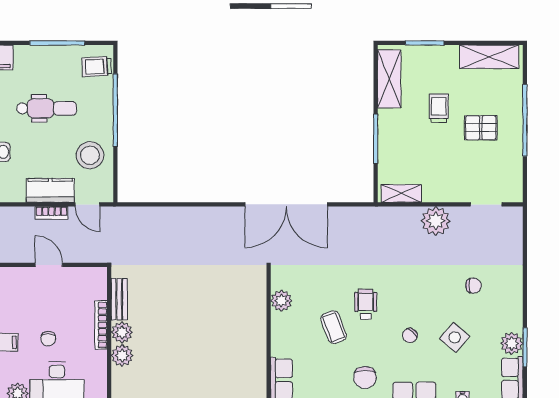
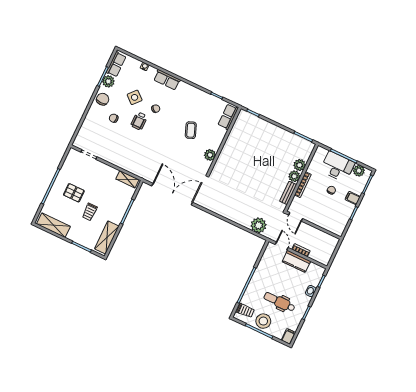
stool: (90, 155) -> (263, 321), moved
double door: (286, 204) -> (172, 194), moved
plant: (436, 221) -> (259, 225), moved
door: (49, 265) -> (296, 217), moved
wheelchair: (366, 304) -> (139, 121), moved
chair: (365, 377) -> (103, 99), moved

